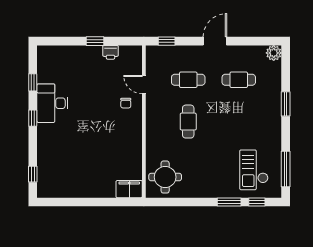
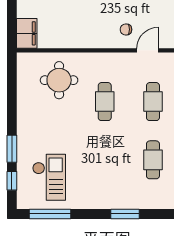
cafe table: (188, 122) -> (105, 102), turned 90
checkout: (254, 170) -> (49, 177), turned 90
round table: (165, 177) -> (59, 80), moved

